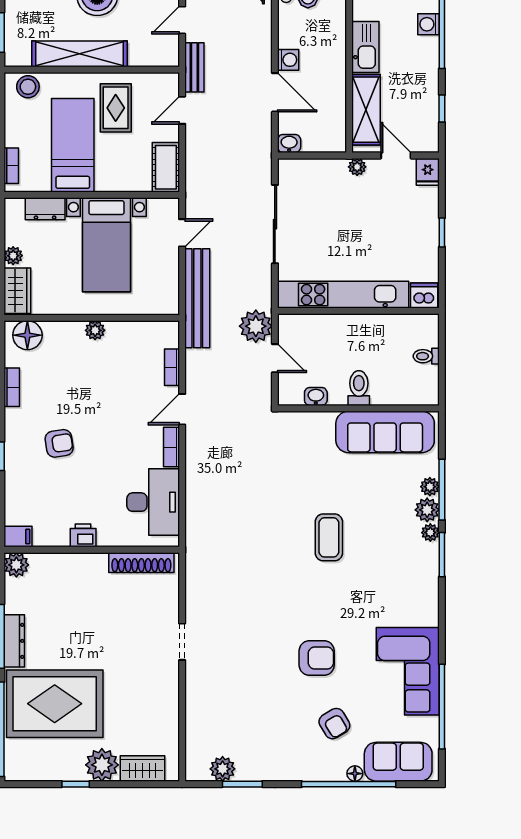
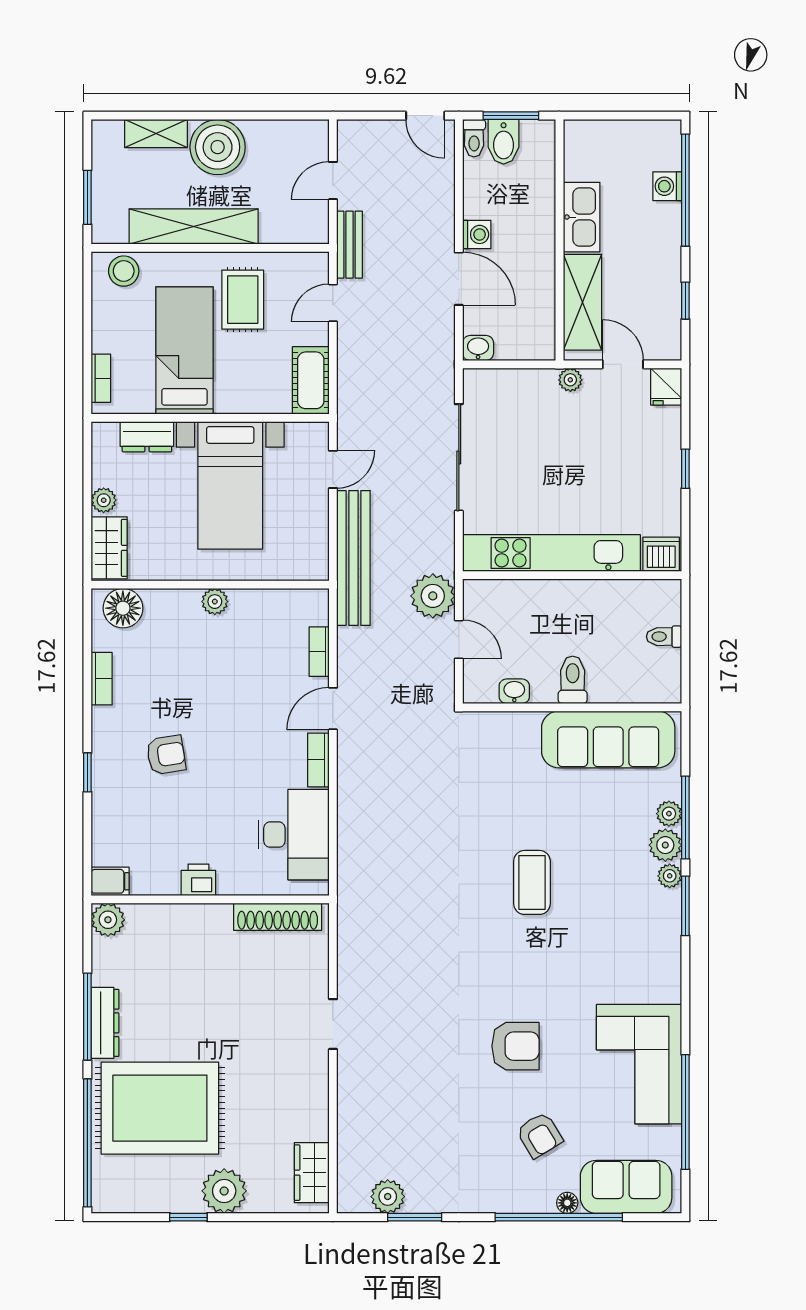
wardrobe: (142, 768) -> (312, 1173), moved, turned -90

